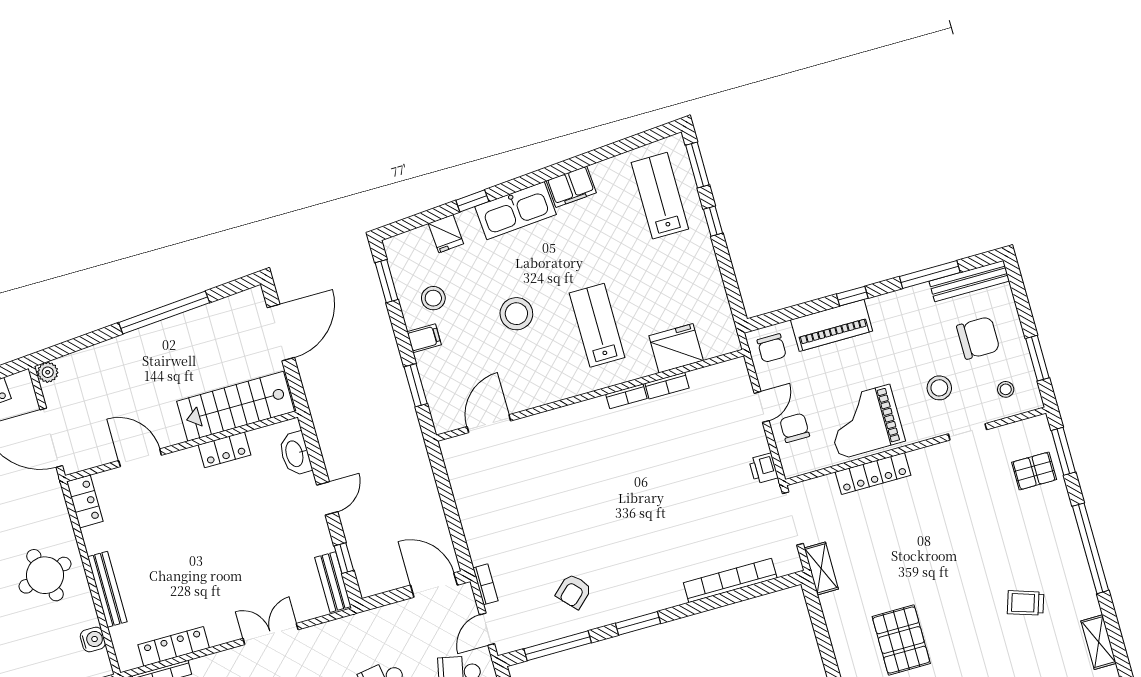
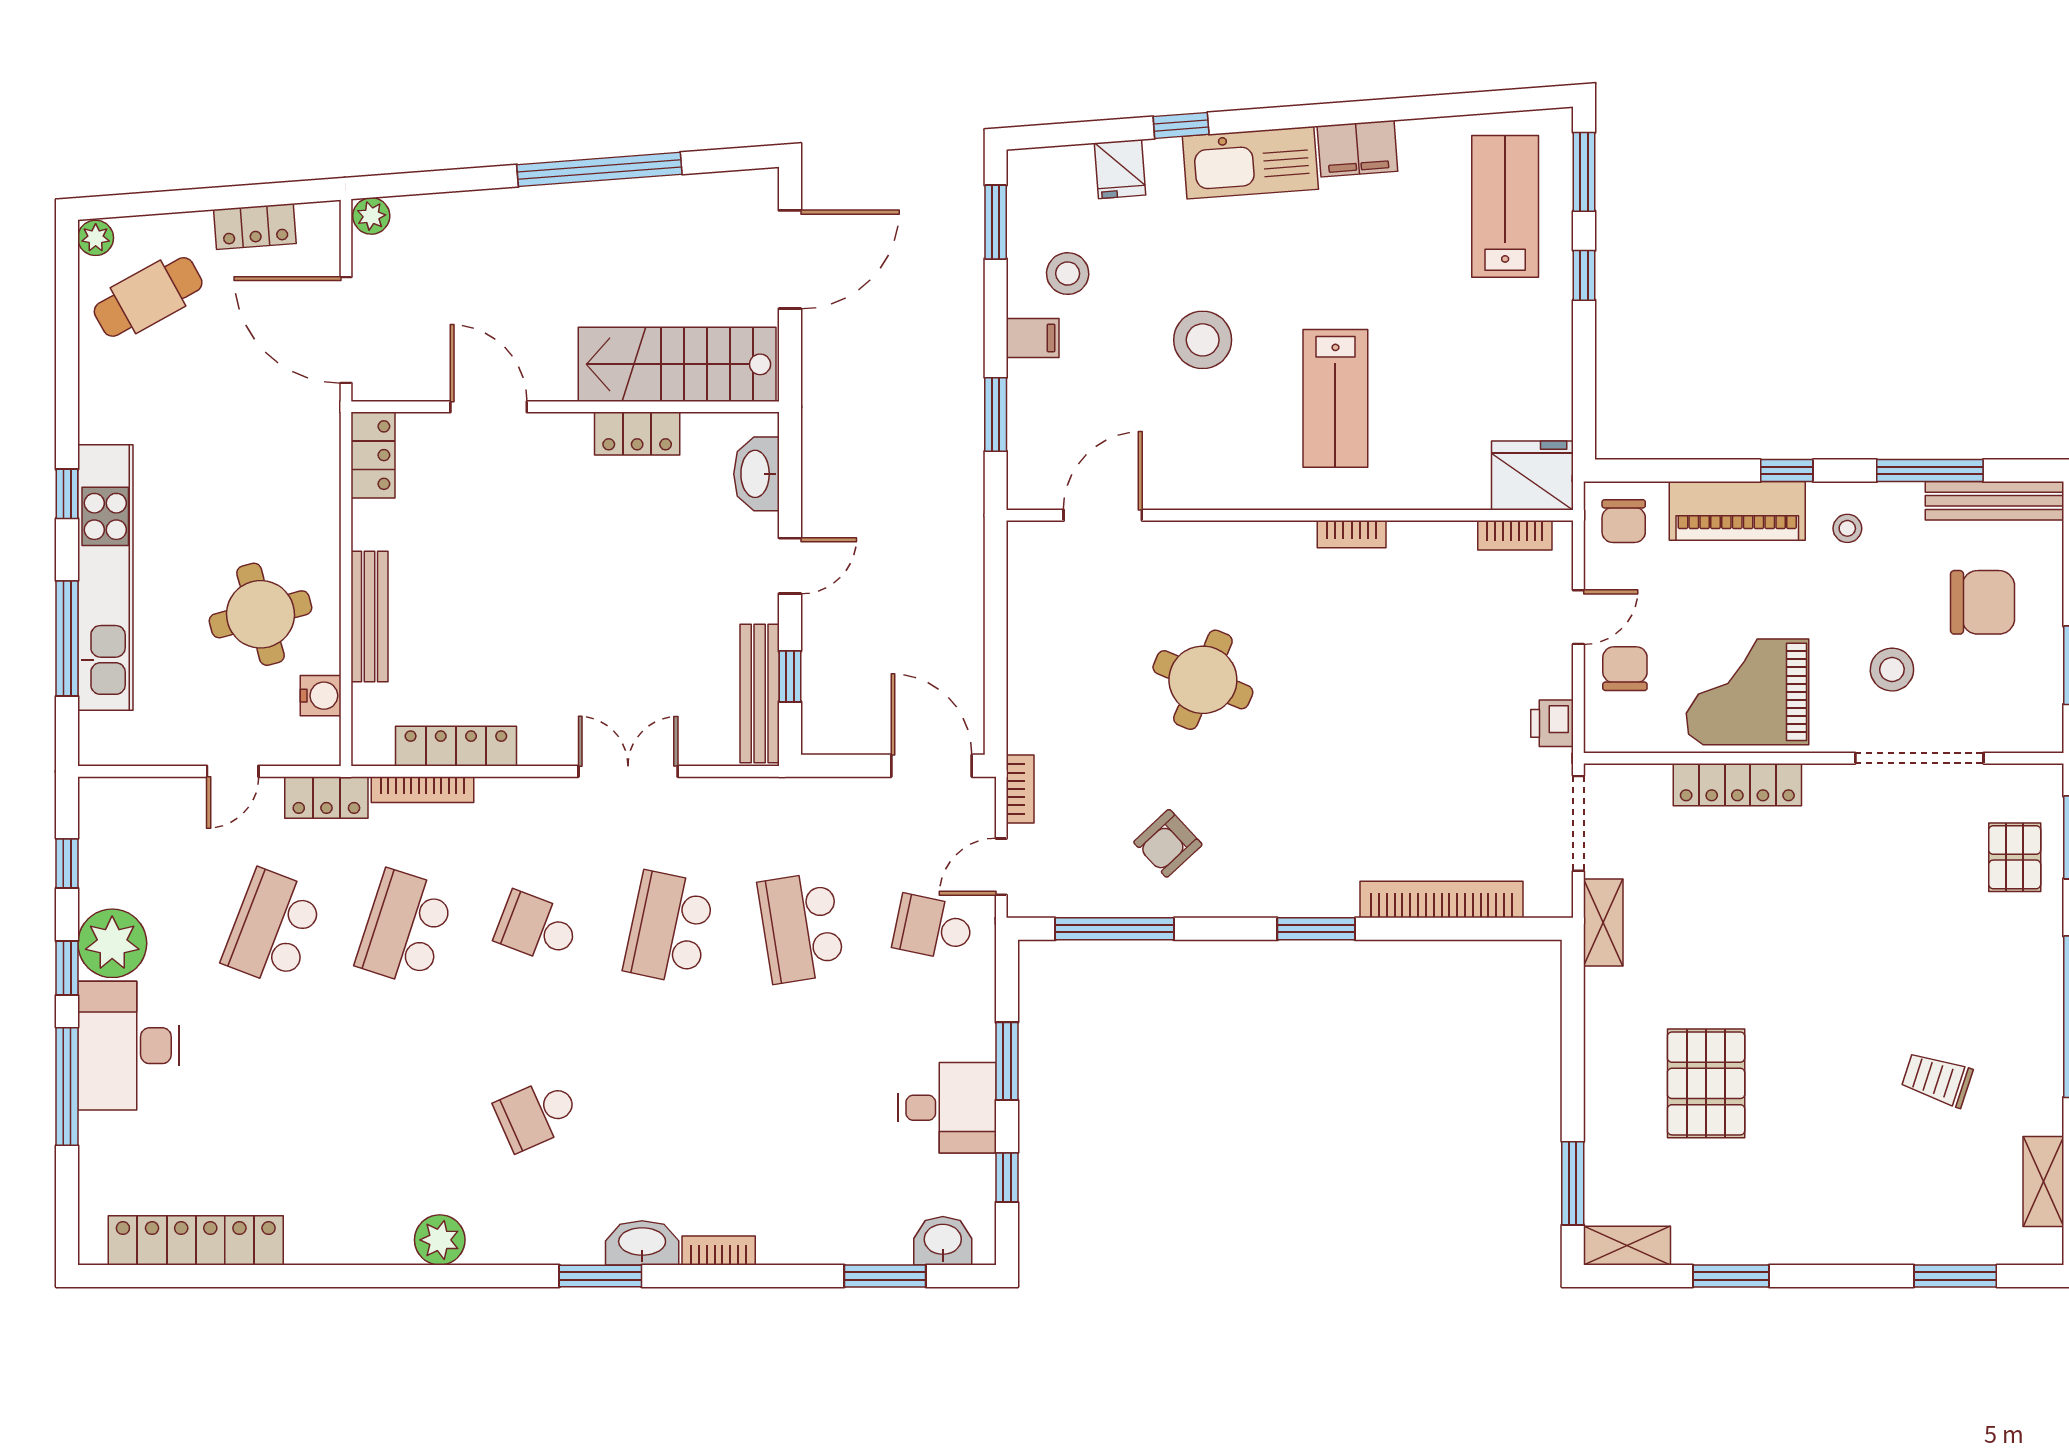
lab bench: (597, 325) -> (1335, 398), turned 180
fridge: (676, 348) -> (1532, 476), moved
bookcase: (667, 386) -> (1515, 535), moved
stool: (1006, 389) -> (1847, 528), moved
doorway: (968, 432) -> (1919, 758), width x1.88
pallet: (1034, 471) -> (2015, 857), turned 90
round table: (568, 498) -> (1203, 680), added
round table: (45, 575) -> (260, 614), moved
bench: (333, 582) -> (760, 693), width x1.36
window: (638, 623) -> (1316, 929), moved

